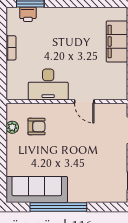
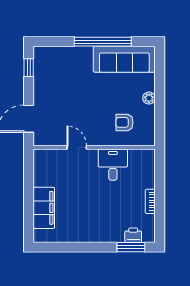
desk: (48, 85) -> (113, 165), width x0.73
plant: (12, 127) -> (149, 98), moved

